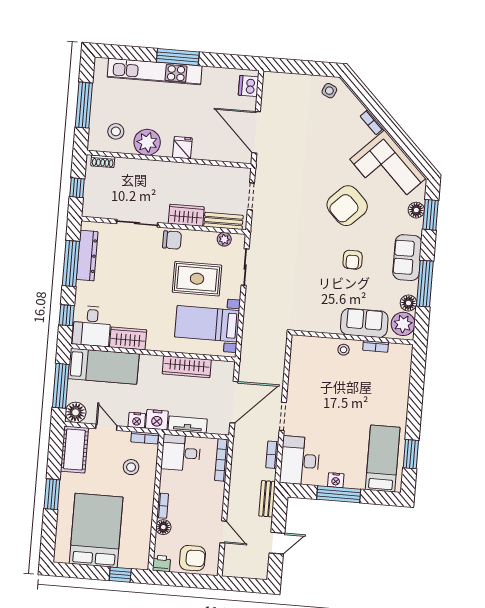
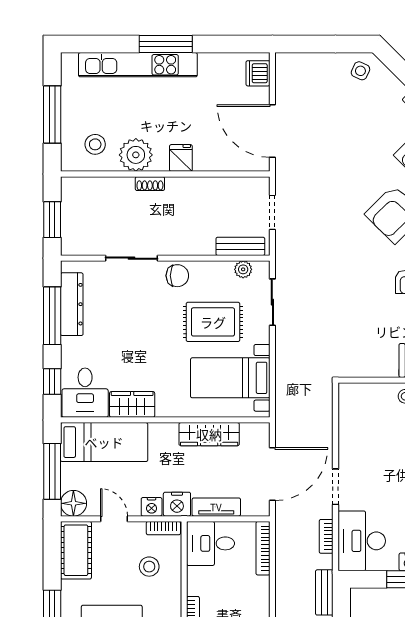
shoe rack: (103, 161) -> (150, 184), moved
window: (77, 188) -> (52, 220), width x1.50
wardrobe: (186, 215) -> (193, 243), removed

